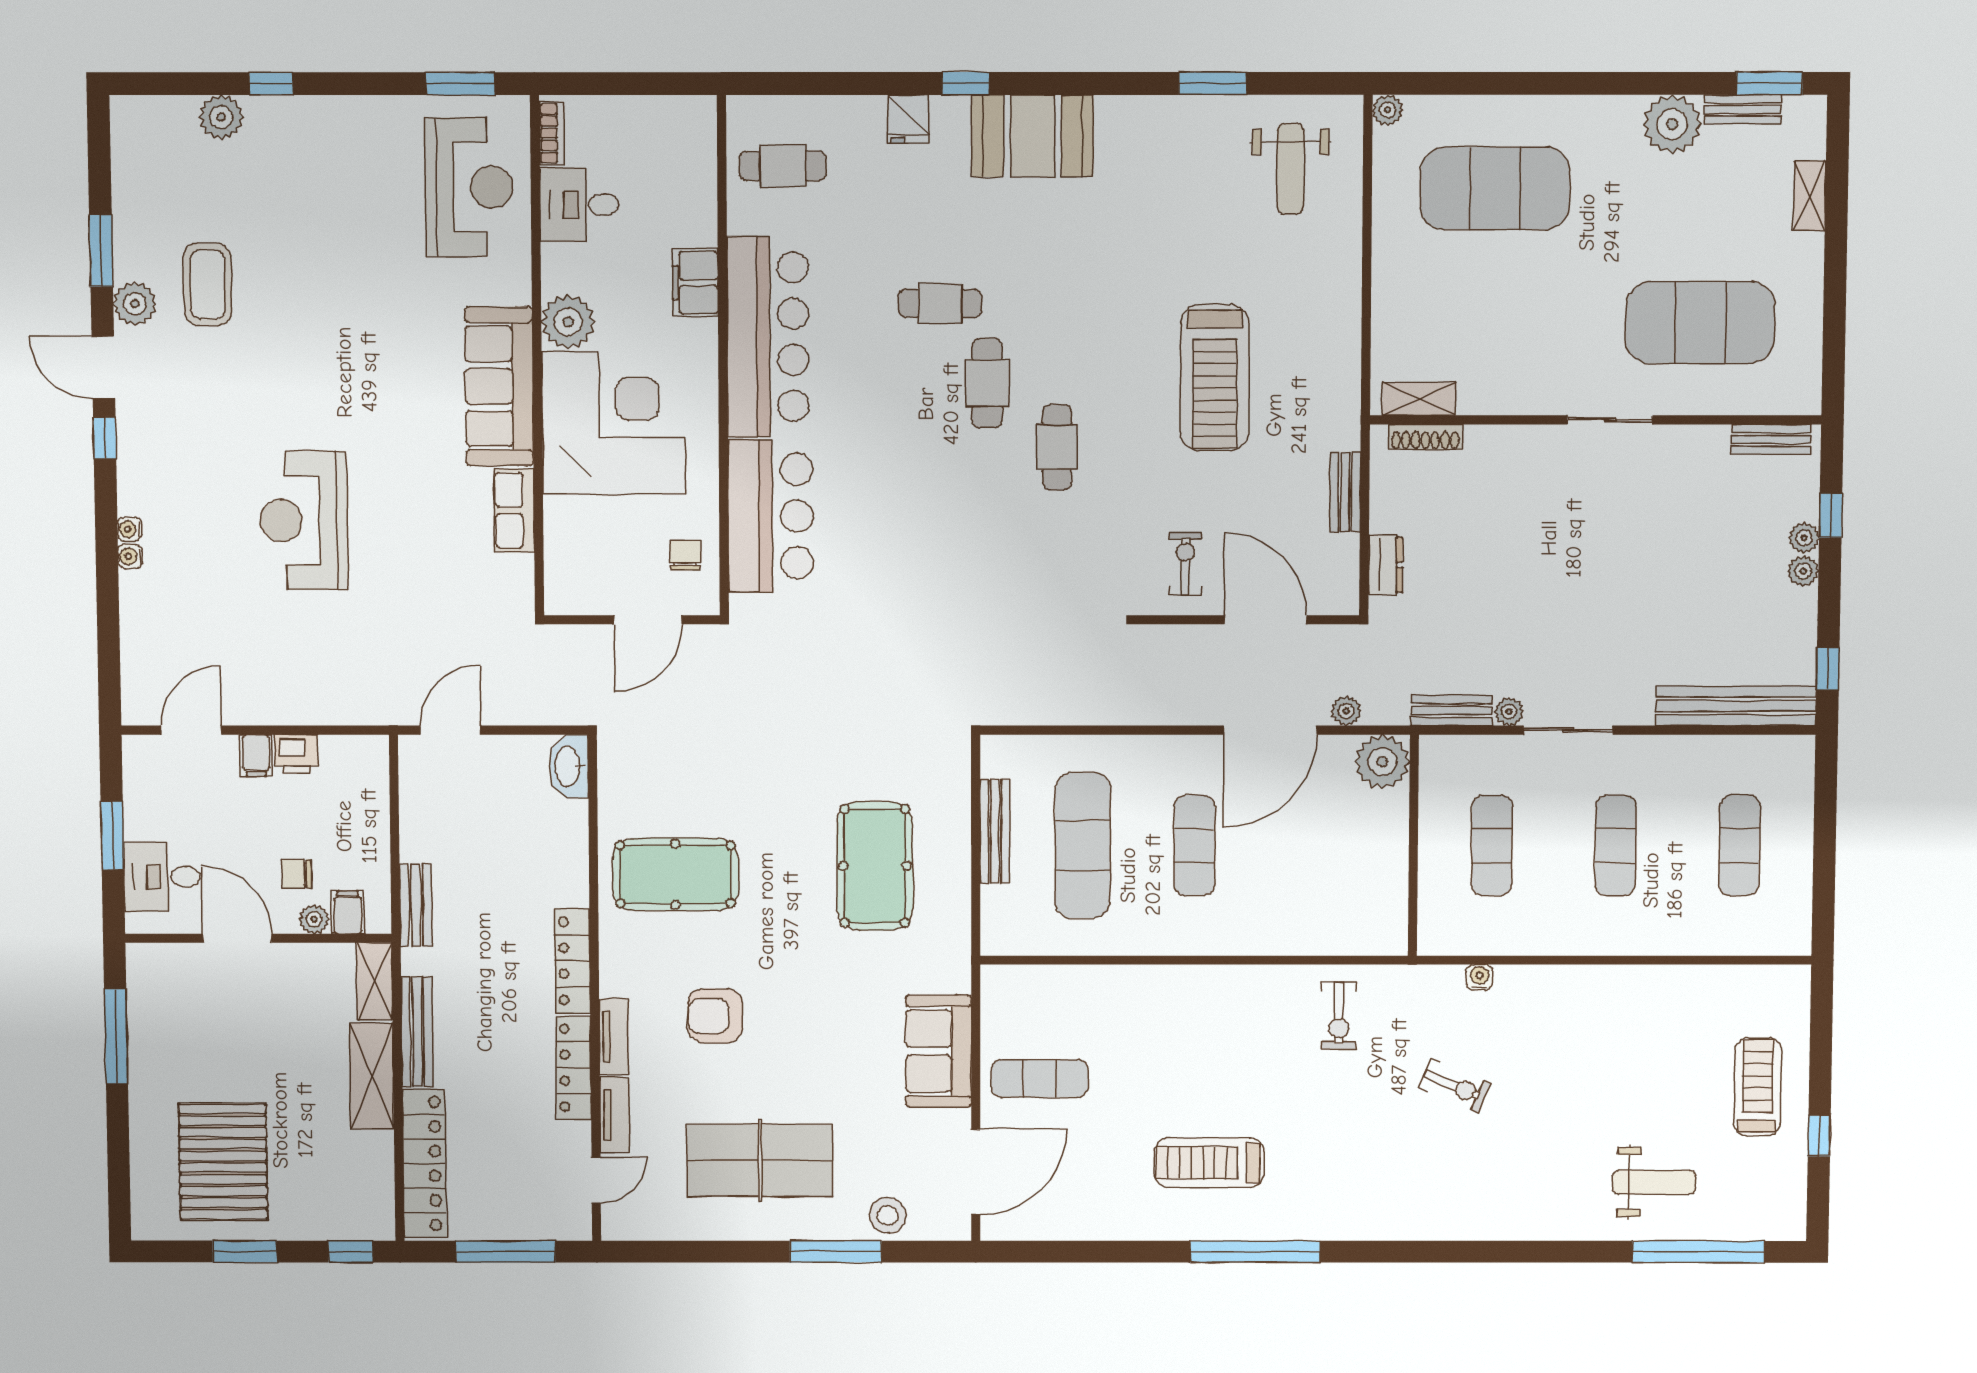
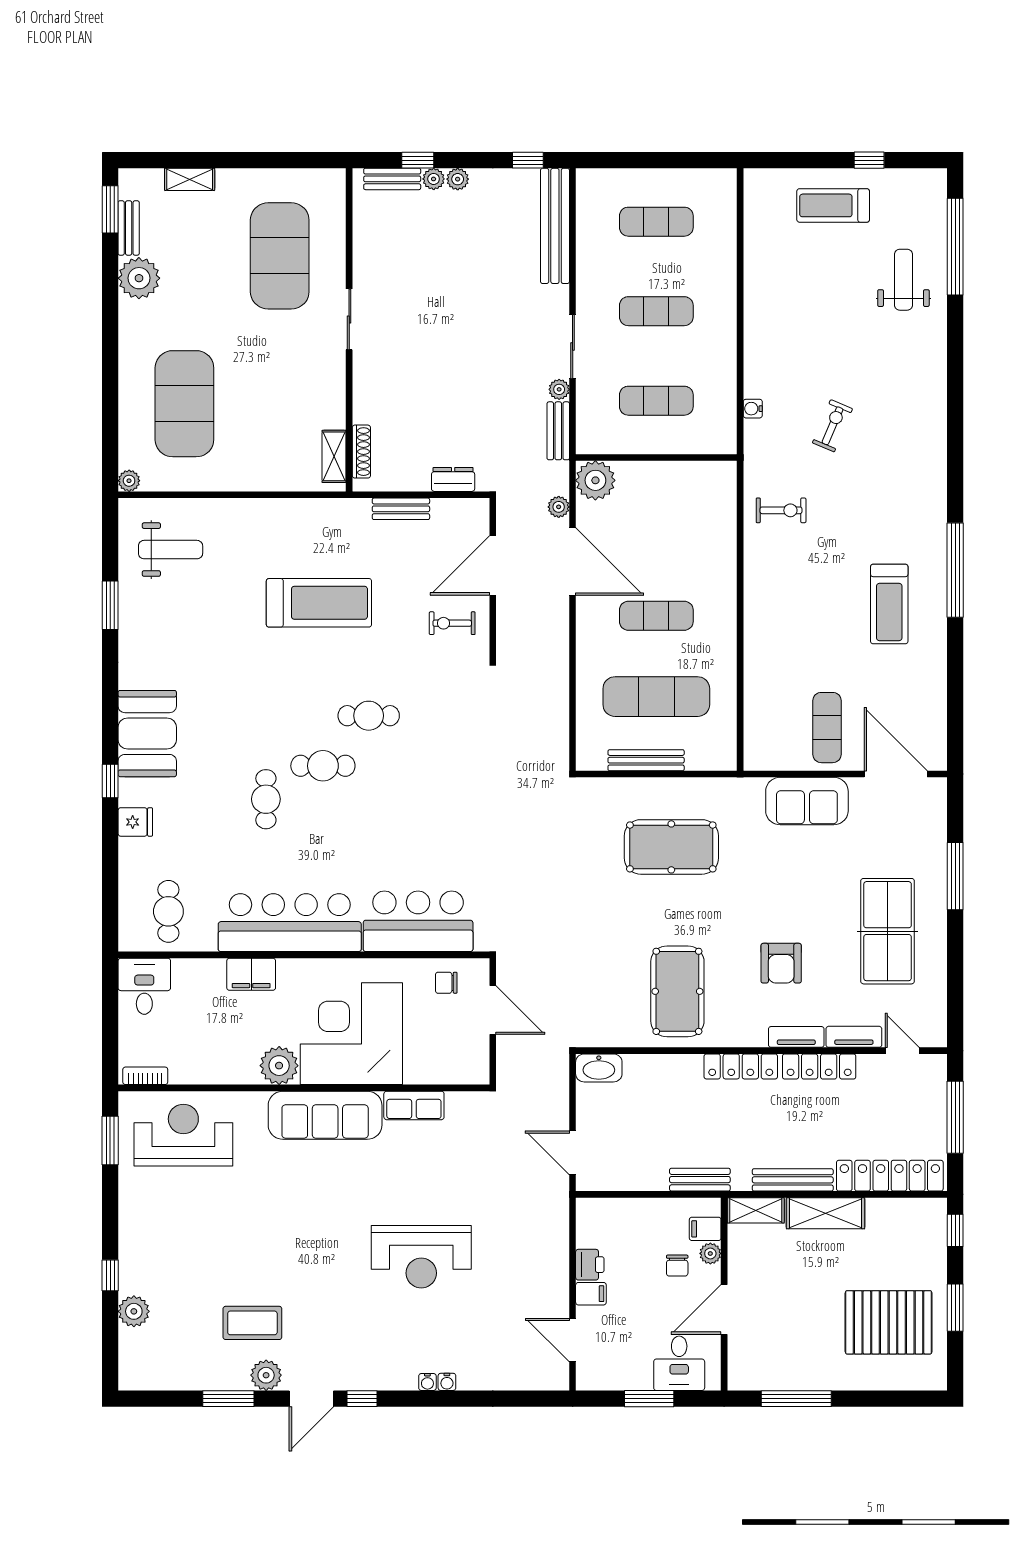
desk: (580, 205) -> (144, 986), moved, turned 180
bench: (1771, 439) -> (392, 179), moved, turned 90
stool: (888, 1215) -> (928, 838), removed

